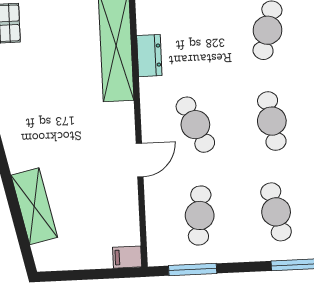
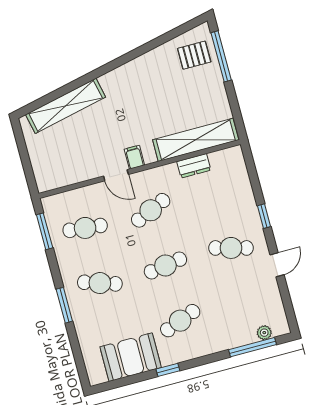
shelving: (34, 206) -> (66, 106), width x1.47
cafe table: (276, 212) -> (100, 283), turned 30
filing cabinet: (127, 257) -> (134, 157), moved

